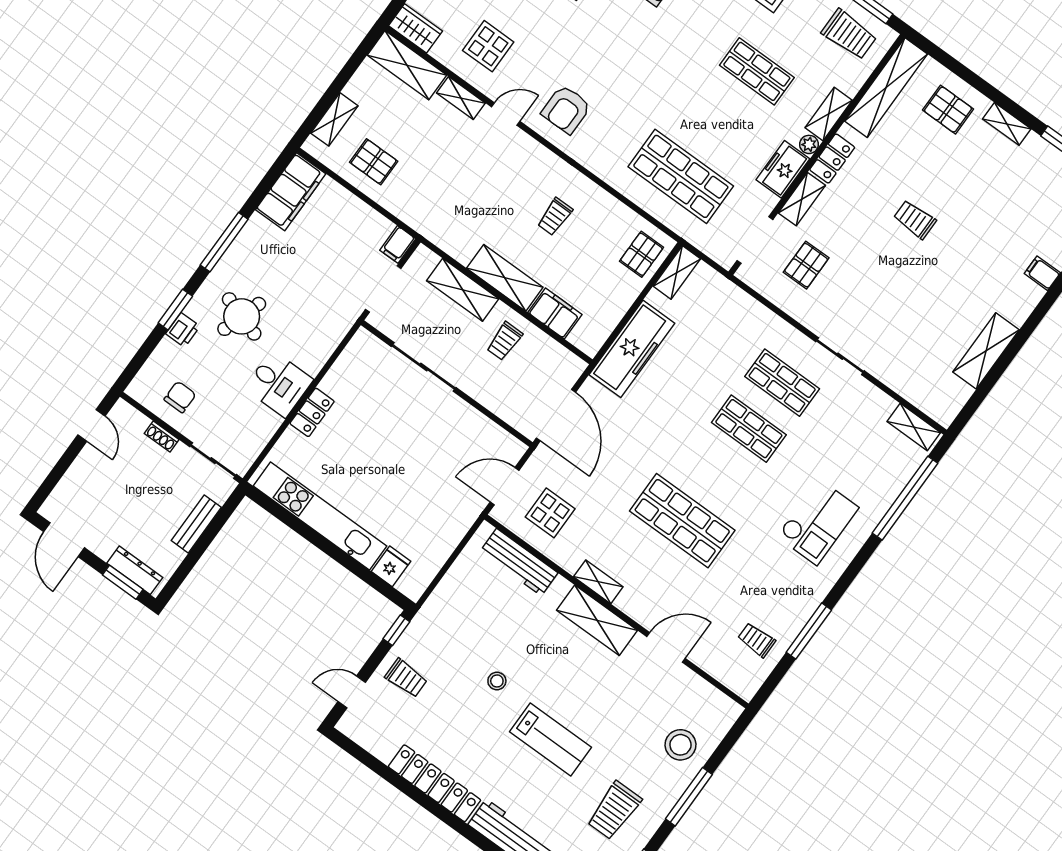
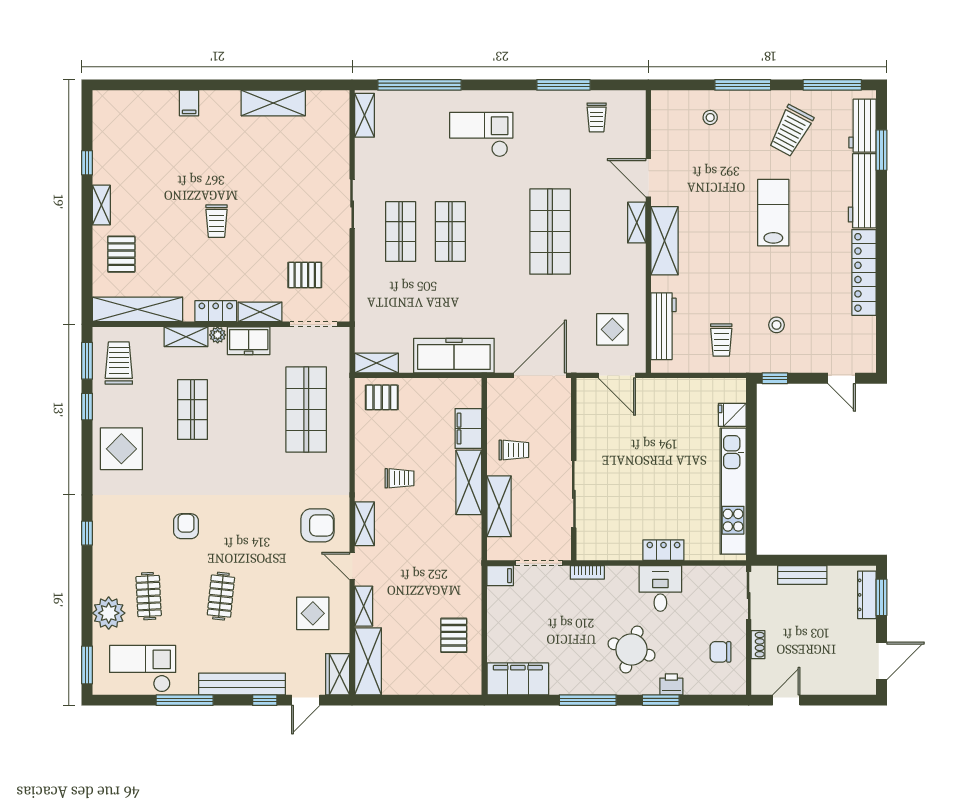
shelving: (334, 119) -> (364, 524), moved, turned 90
bookcase: (342, 327) -> (587, 572), added
shelving: (598, 582) -> (637, 223), moved
trolley: (406, 678) -> (721, 340), moved, turned 180
stool: (497, 681) -> (777, 325), moved
stool: (680, 745) -> (710, 117), width x0.53, depth x0.53
trolley: (614, 810) -> (791, 131), turned 118

